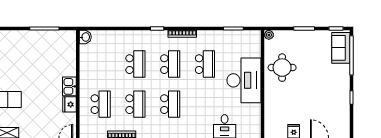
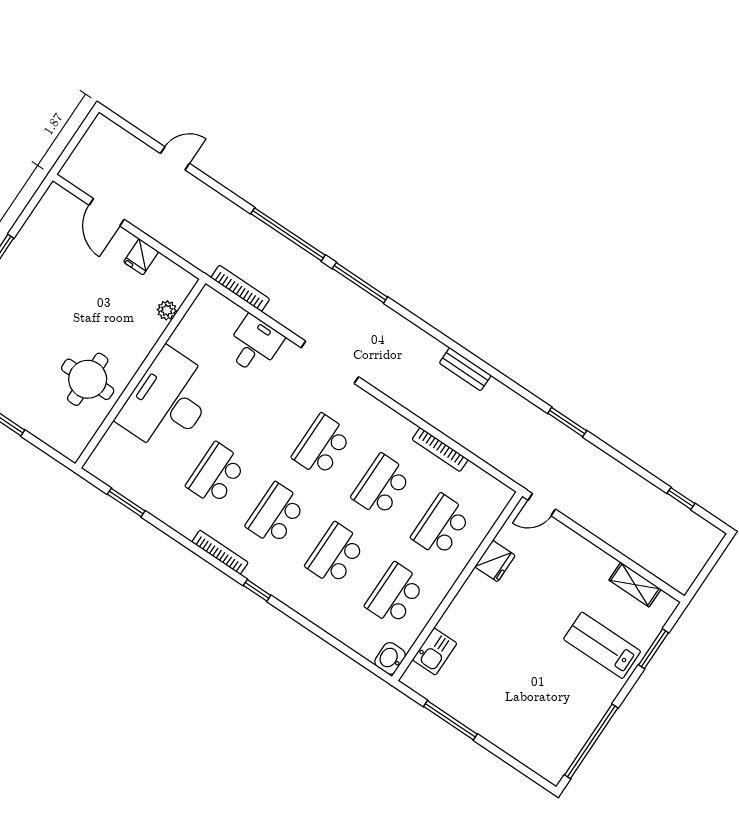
plant: (269, 35) -> (167, 310), moved
school desk: (101, 64) -> (395, 594), added
kitchen sink: (69, 86) -> (435, 651), moved

